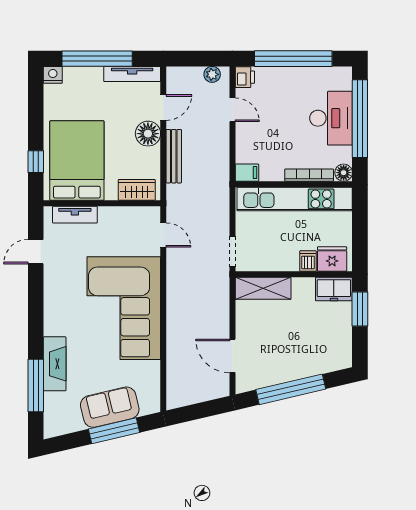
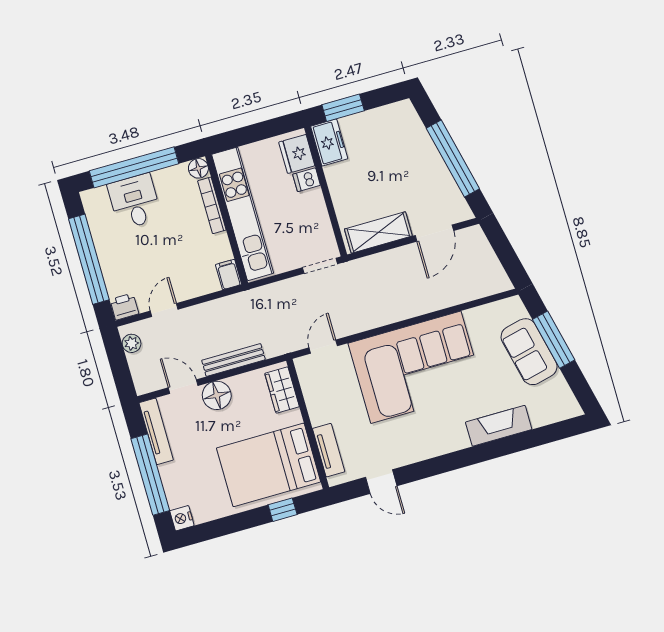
desk: (331, 118) -> (135, 201), width x0.73
shelving: (263, 288) -> (378, 232), moved, turned 90
window: (36, 385) -> (528, 440), removed

